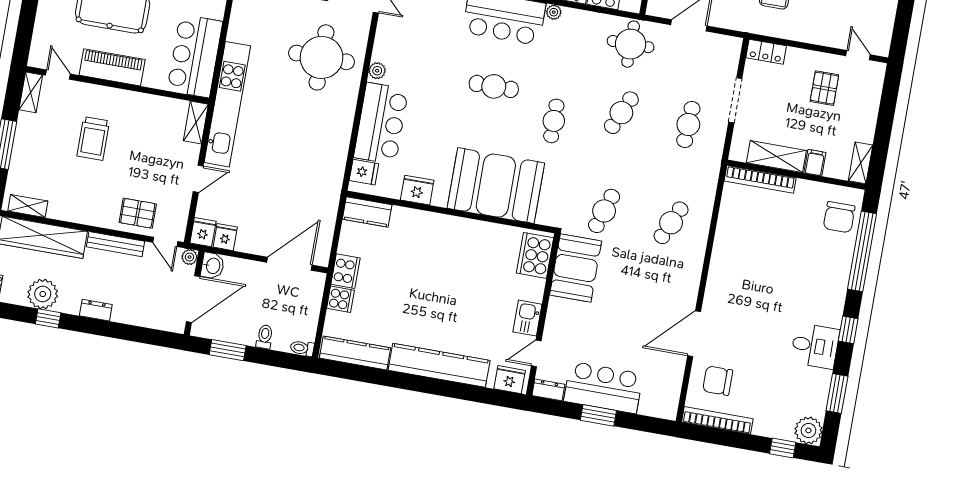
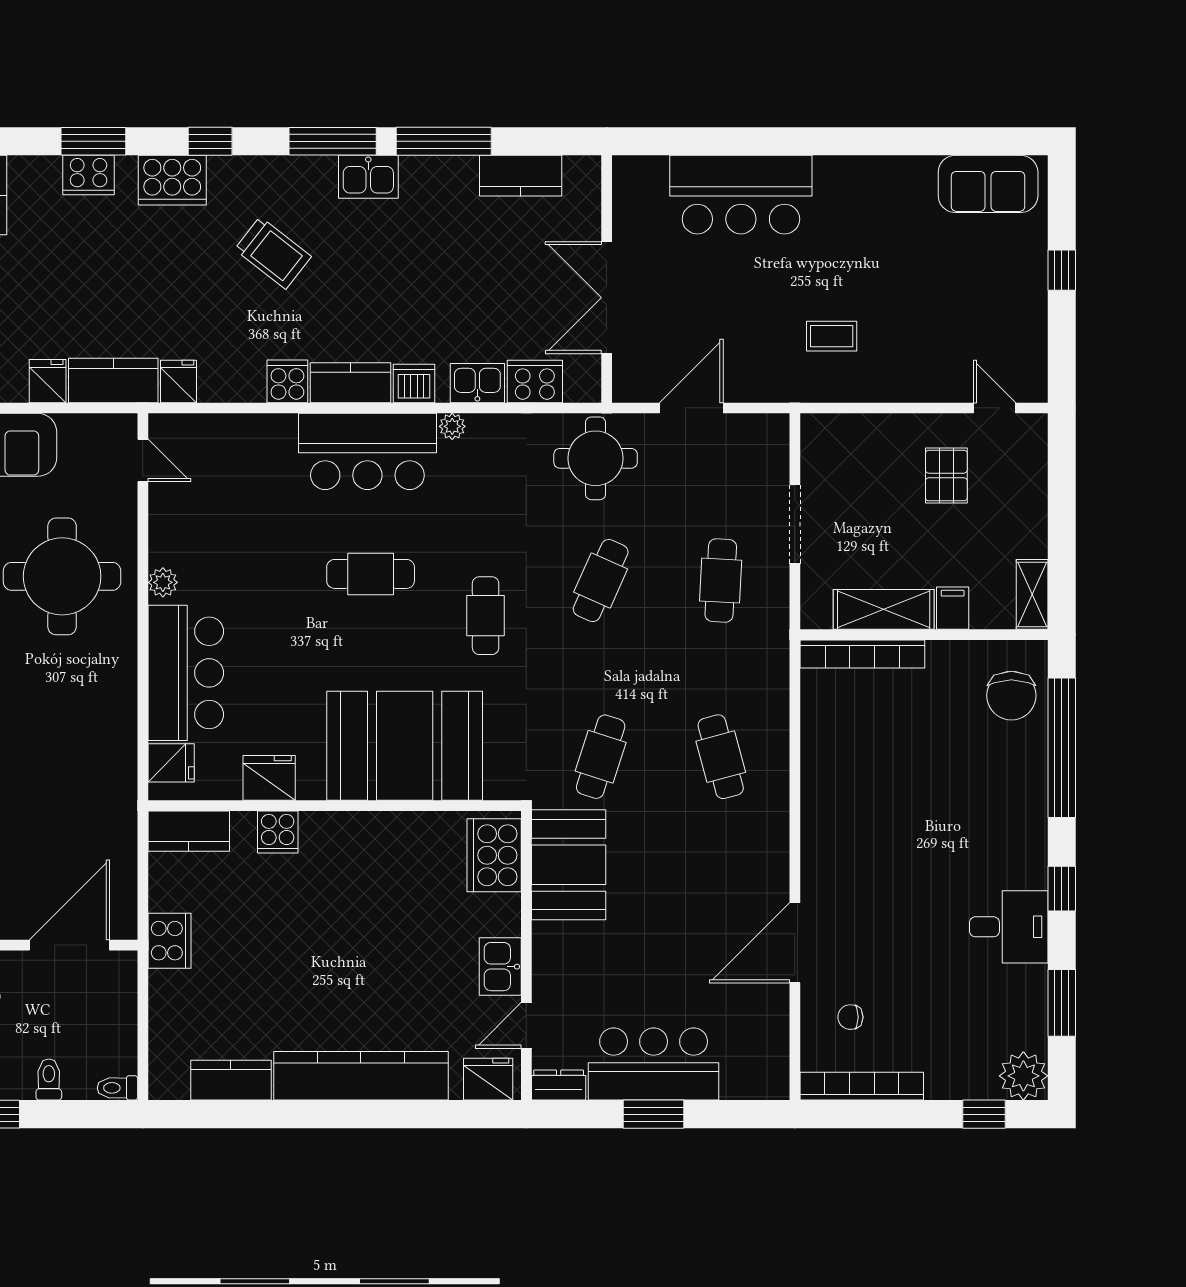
locker: (766, 52) -> (834, 430), removed
cafe table: (671, 223) -> (721, 757), turned -39
cooker: (340, 299) -> (278, 832), moved, turned 90
kitchen counter: (355, 353) -> (231, 1080), width x0.67
chair: (718, 381) -> (850, 1017), width x0.54, depth x0.54

